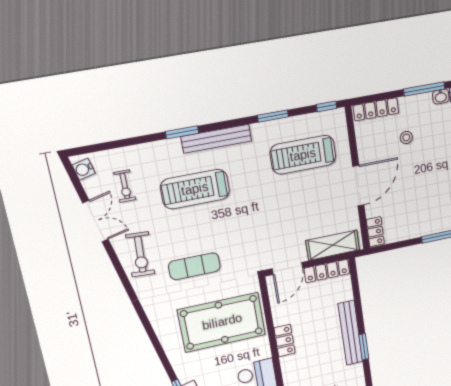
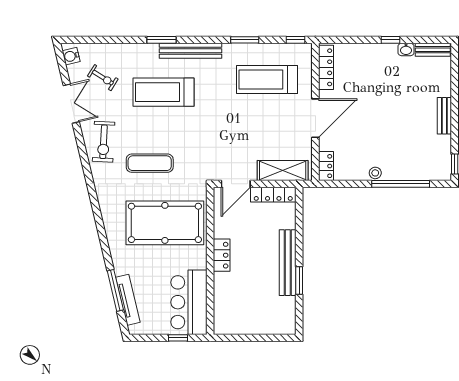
window: (424, 89) -> (391, 40), width x0.46
locker: (376, 109) -> (326, 67), moved, turned -90
stool: (406, 138) -> (375, 173), moved
exercise bike: (125, 186) -> (103, 78), turned -58

